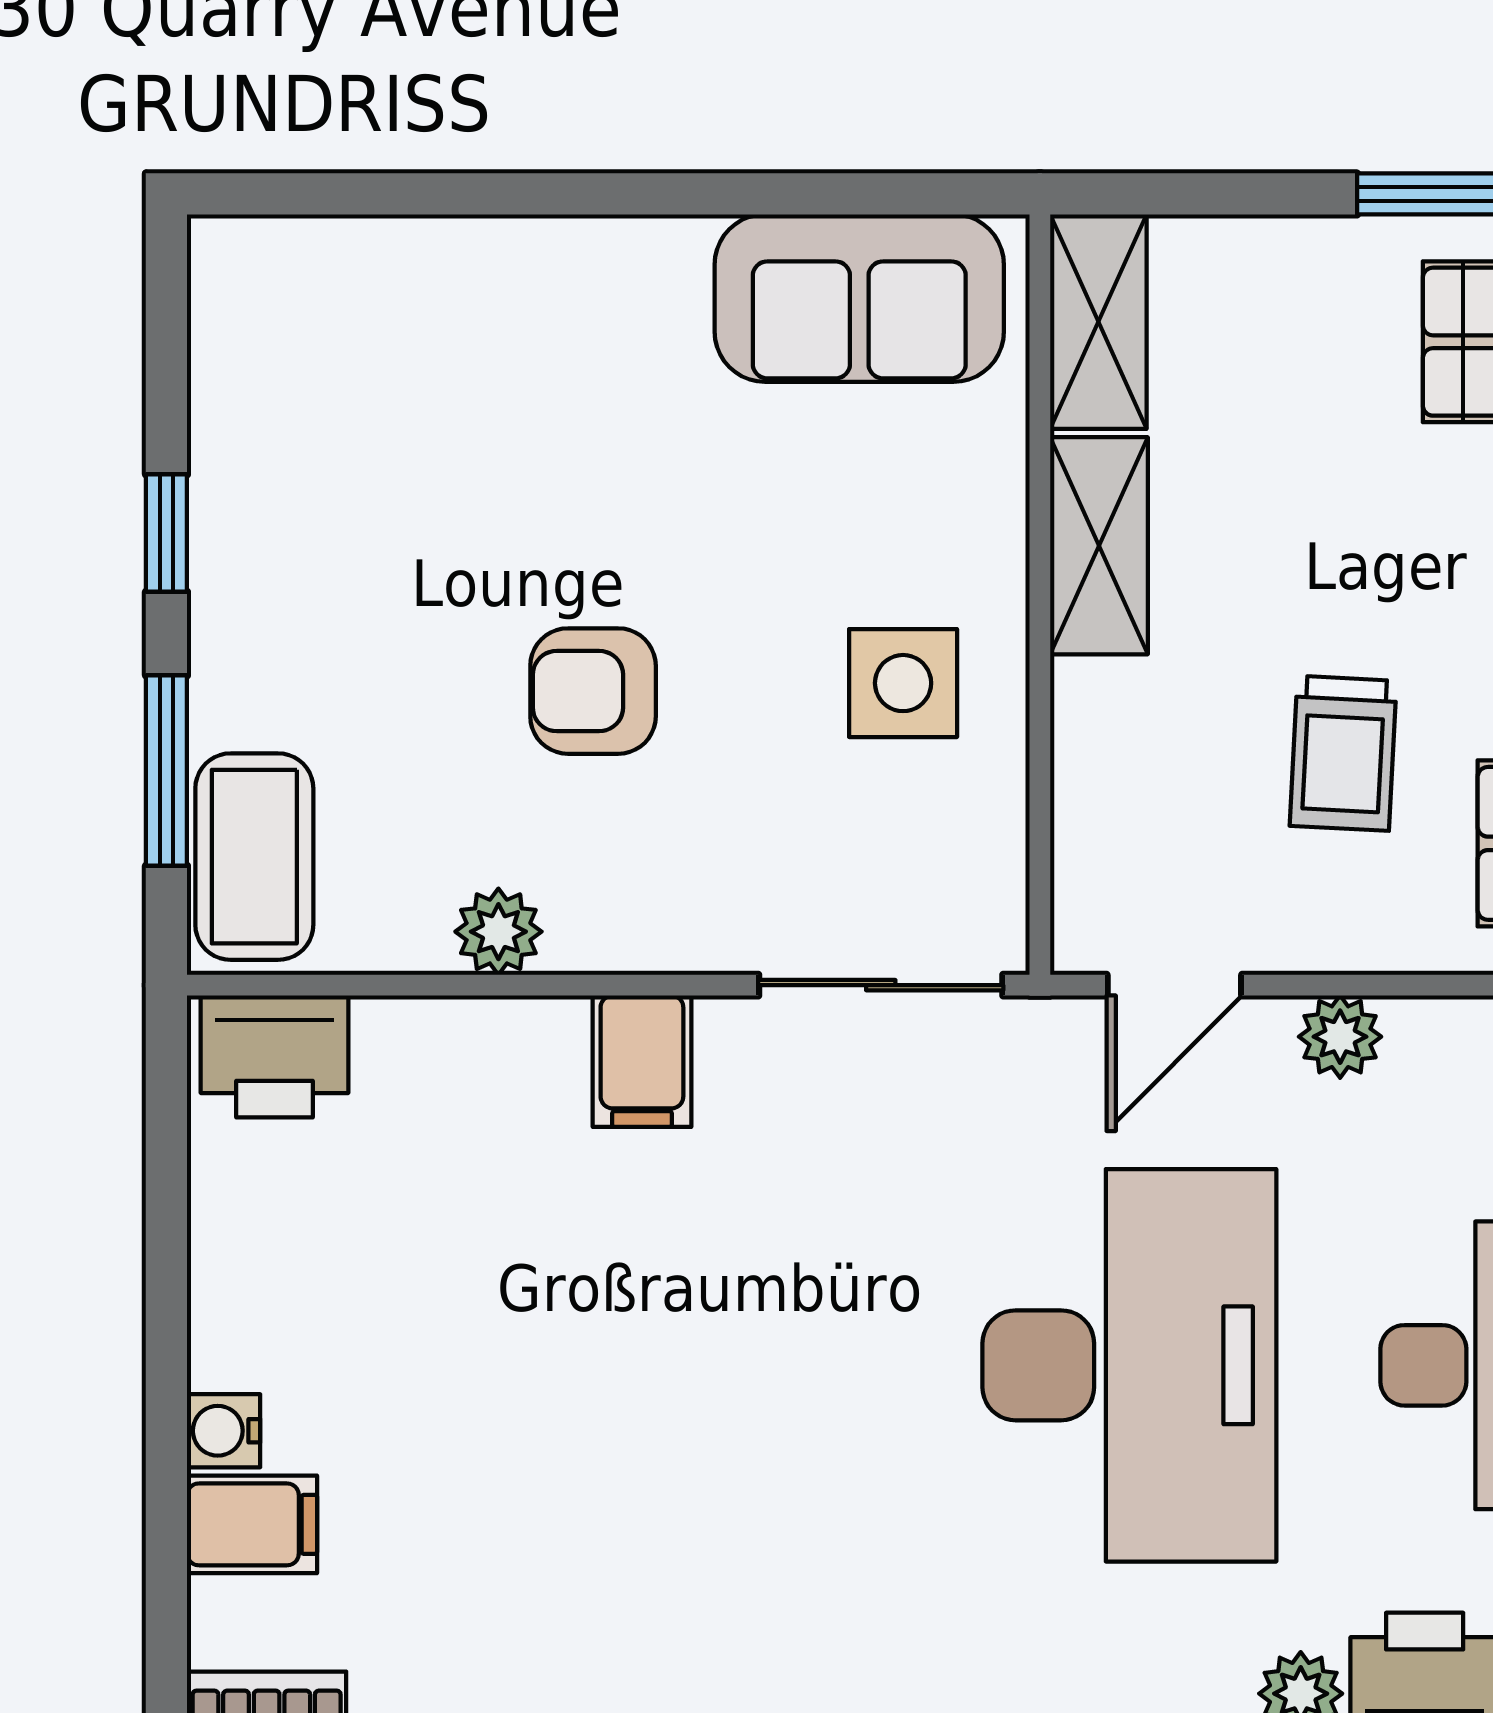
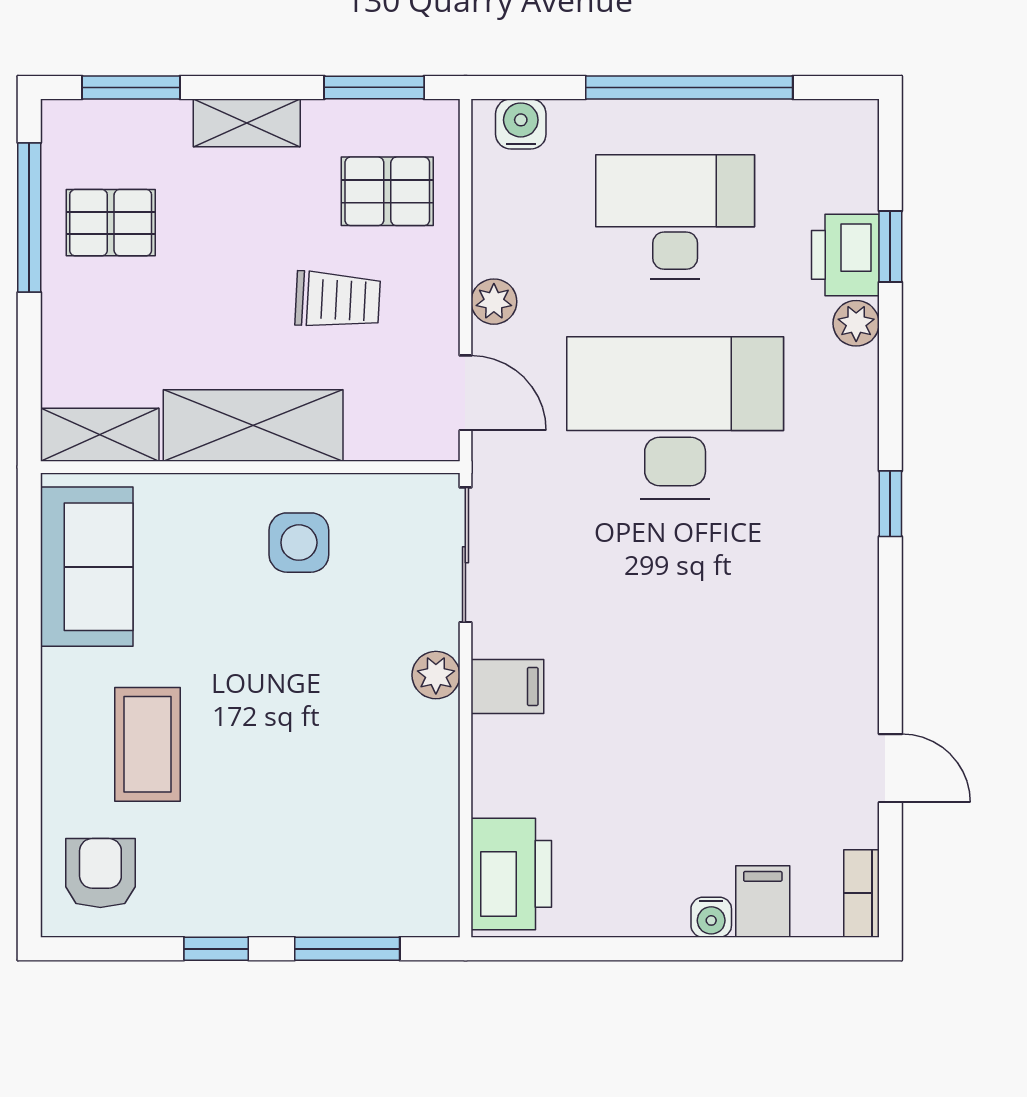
shelving: (1099, 546) -> (253, 426), width x1.50, depth x1.33
armchair: (593, 691) -> (100, 873), moved, turned 180
coffee table: (254, 857) -> (148, 744), moved, turned 90
plant: (498, 932) -> (436, 675), moved
printer: (274, 1056) -> (511, 874), width x1.37, depth x1.19

